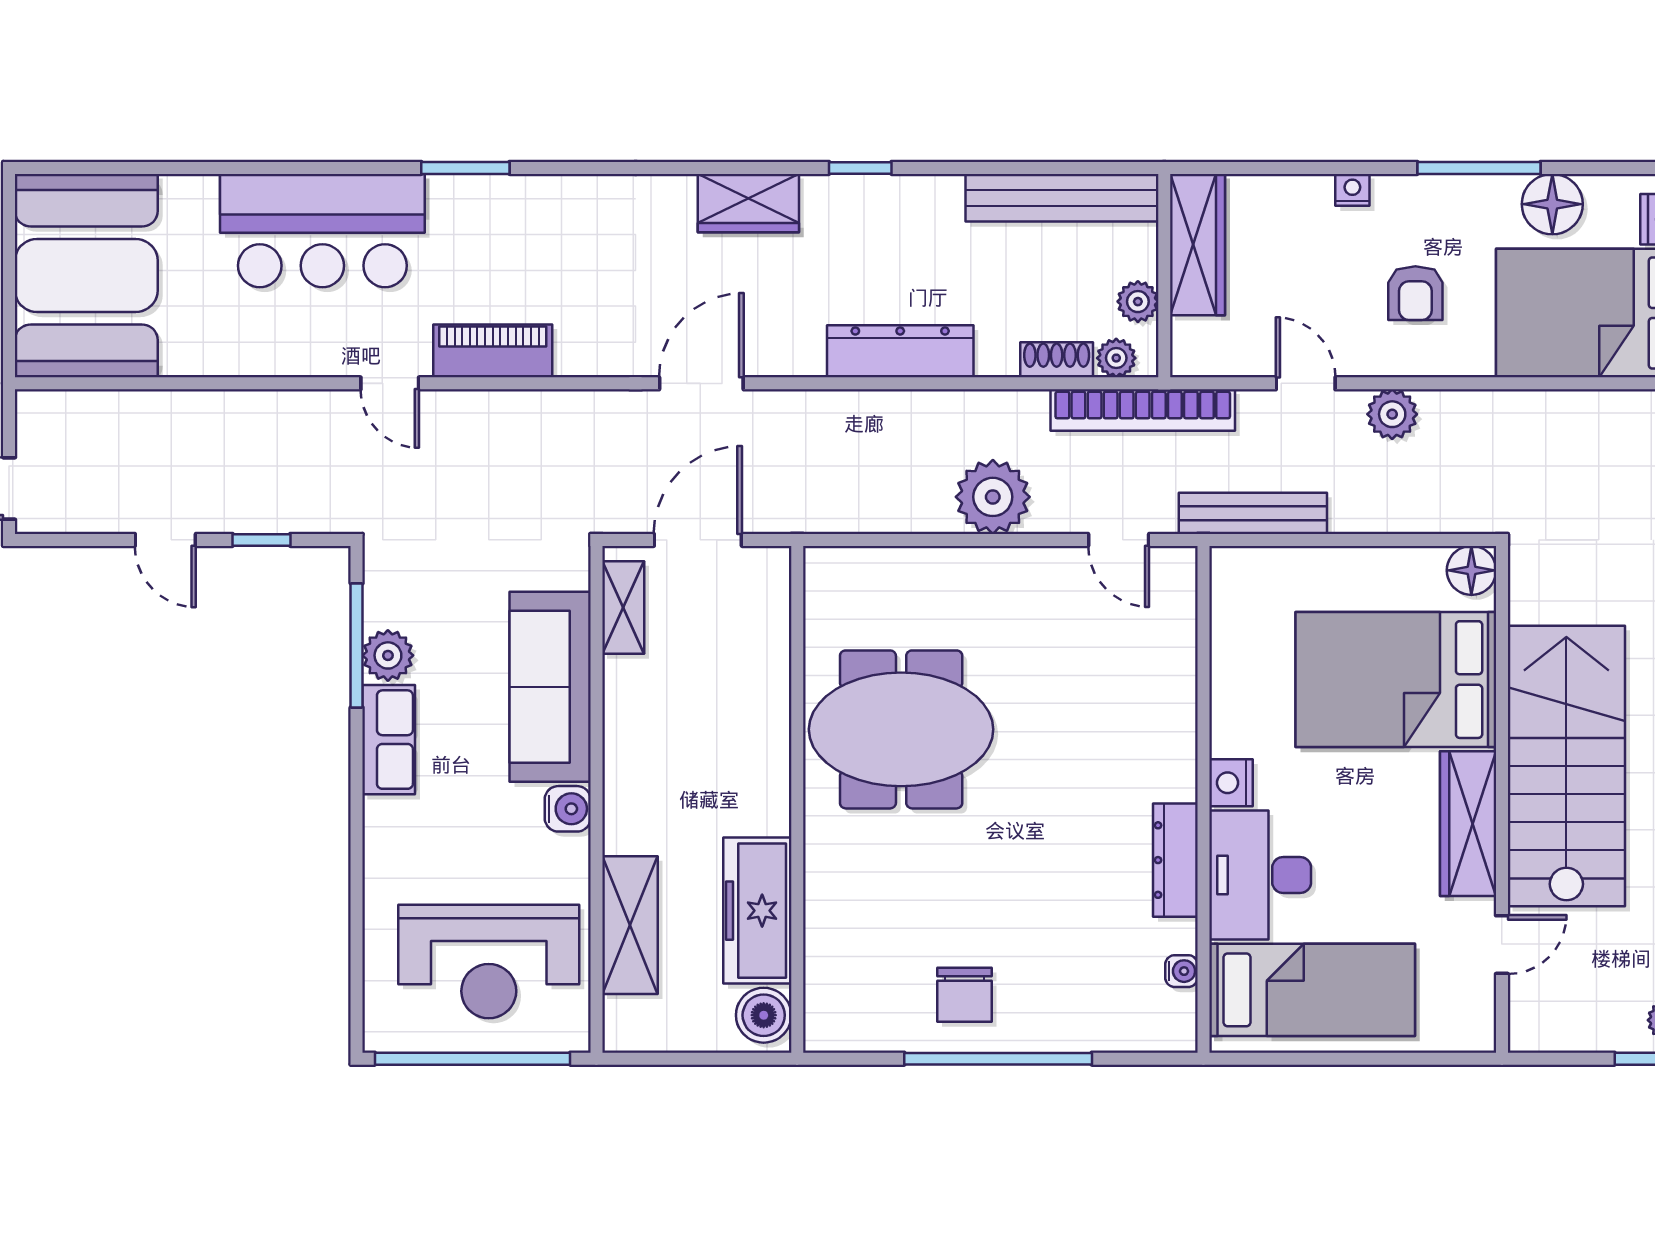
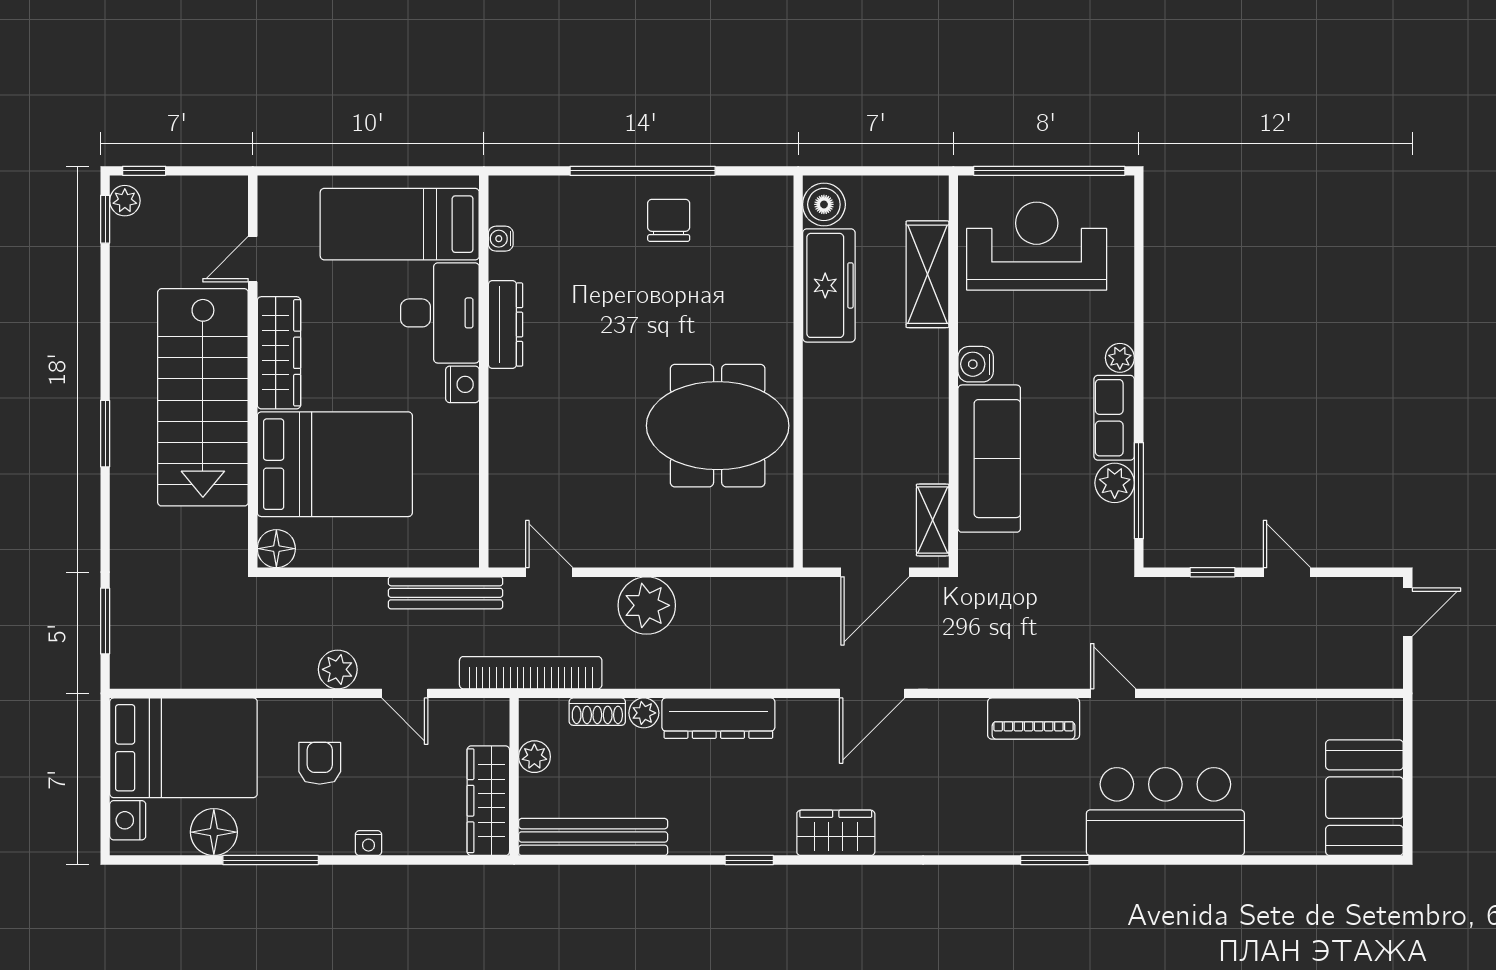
booth: (86, 276) -> (1364, 798), width x0.73, depth x0.70
plant: (1116, 358) -> (644, 713), moved
plant: (381, 817) -> (1120, 358), added

